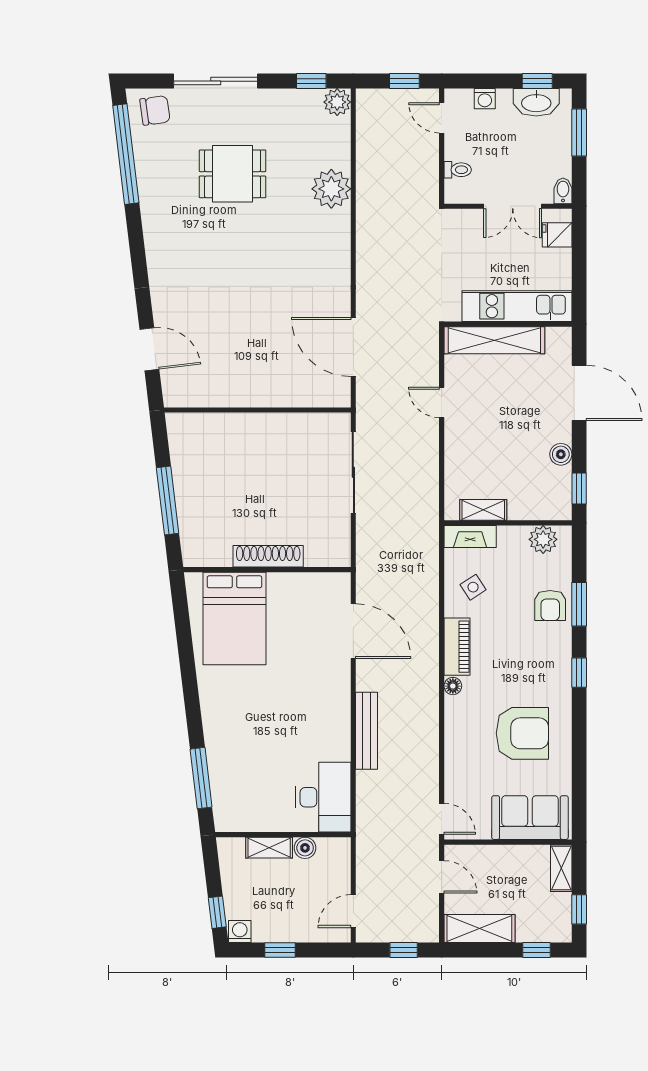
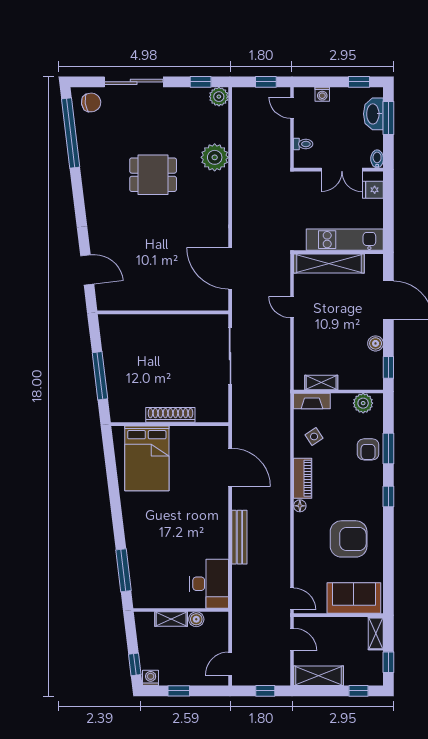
washbasin: (536, 102) -> (373, 114), moved, turned 90
dining table: (233, 174) -> (153, 175), moved

